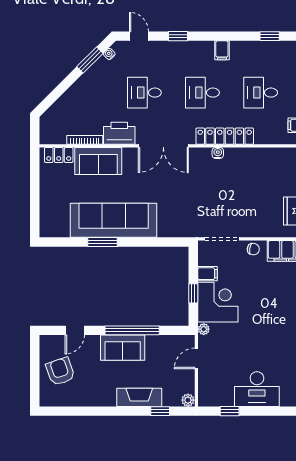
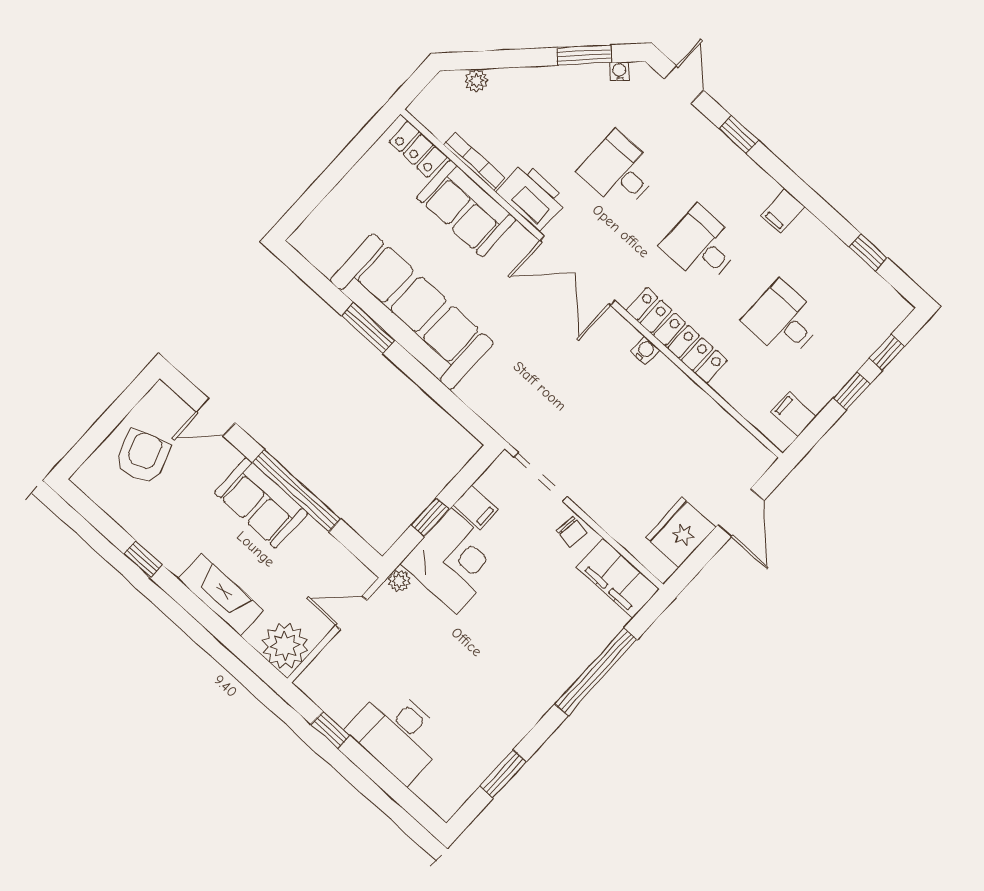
plant: (57, 108) -> (476, 81), added
plant: (188, 400) -> (285, 646), width x1.88, depth x1.88
window: (160, 411) -> (143, 559), moved

